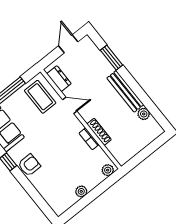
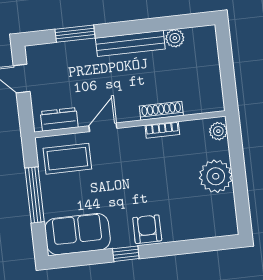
plant: (81, 191) -> (216, 176), width x1.87, depth x1.87

